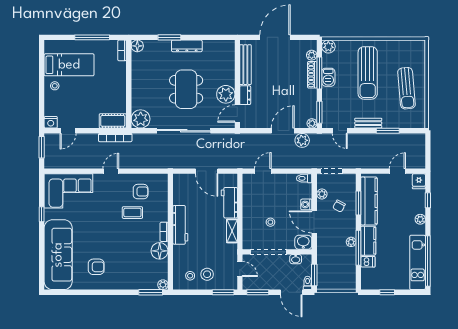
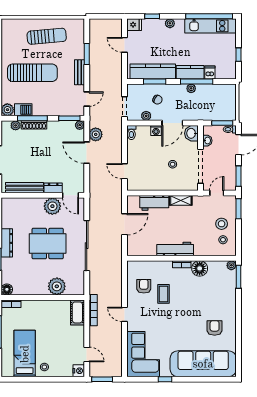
barbecue: (328, 77) -> (23, 110), moved
plant: (141, 119) -> (57, 286), moved

